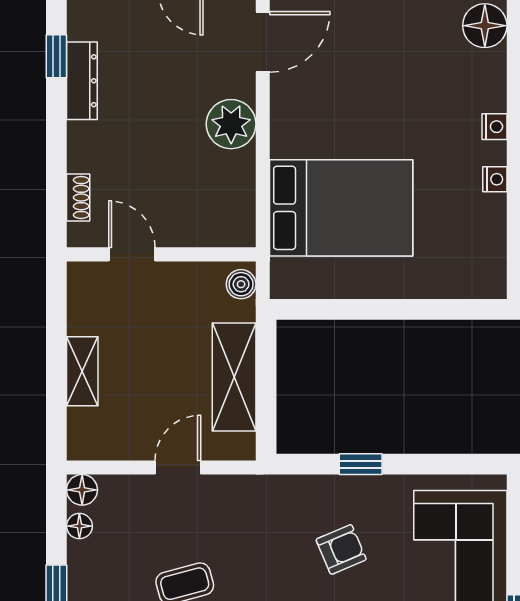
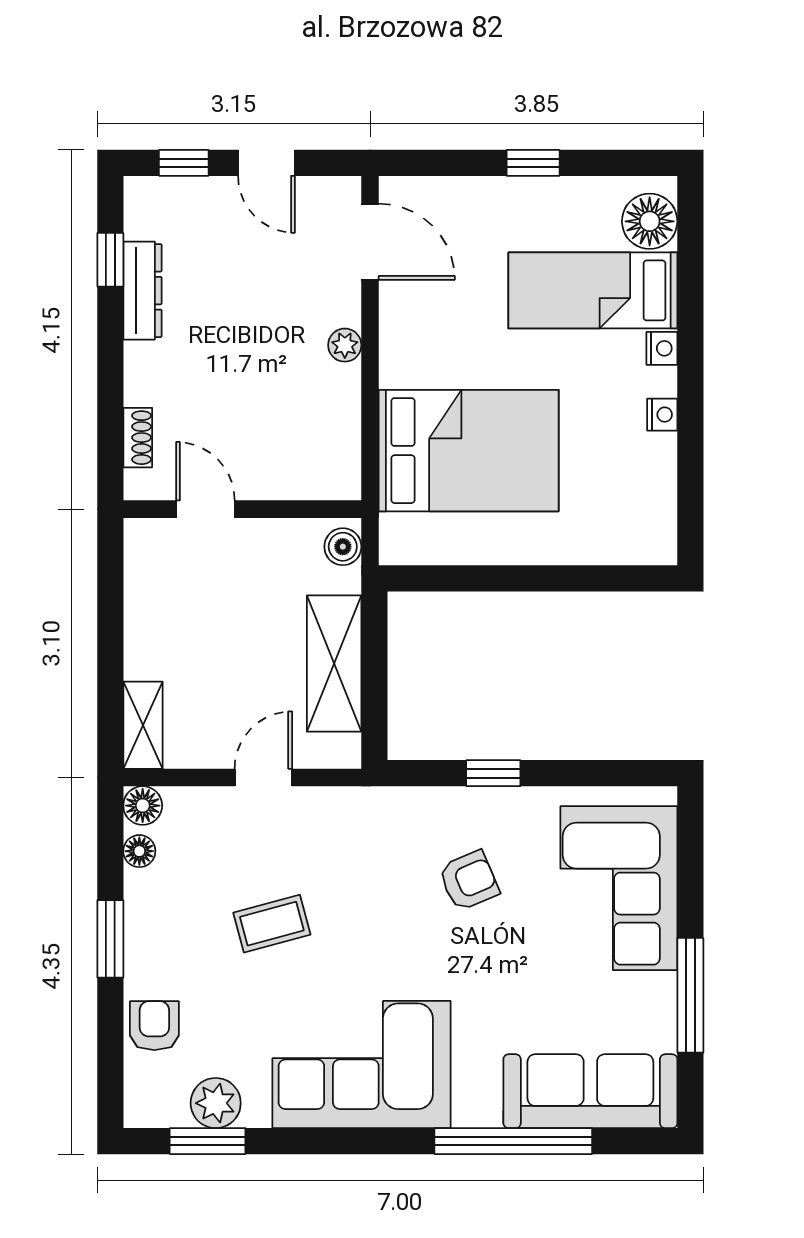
door: (263, 42) -> (370, 242), hinge flipped
bed: (440, 81) -> (593, 290), added
plant: (231, 124) -> (345, 345), width x0.53, depth x0.53
shelving: (82, 371) -> (143, 725), moved

